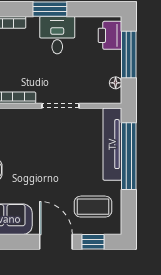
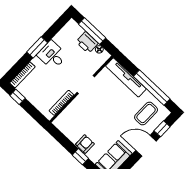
printer: (110, 35) -> (87, 42), moved
window: (129, 156) -> (152, 88), moved

